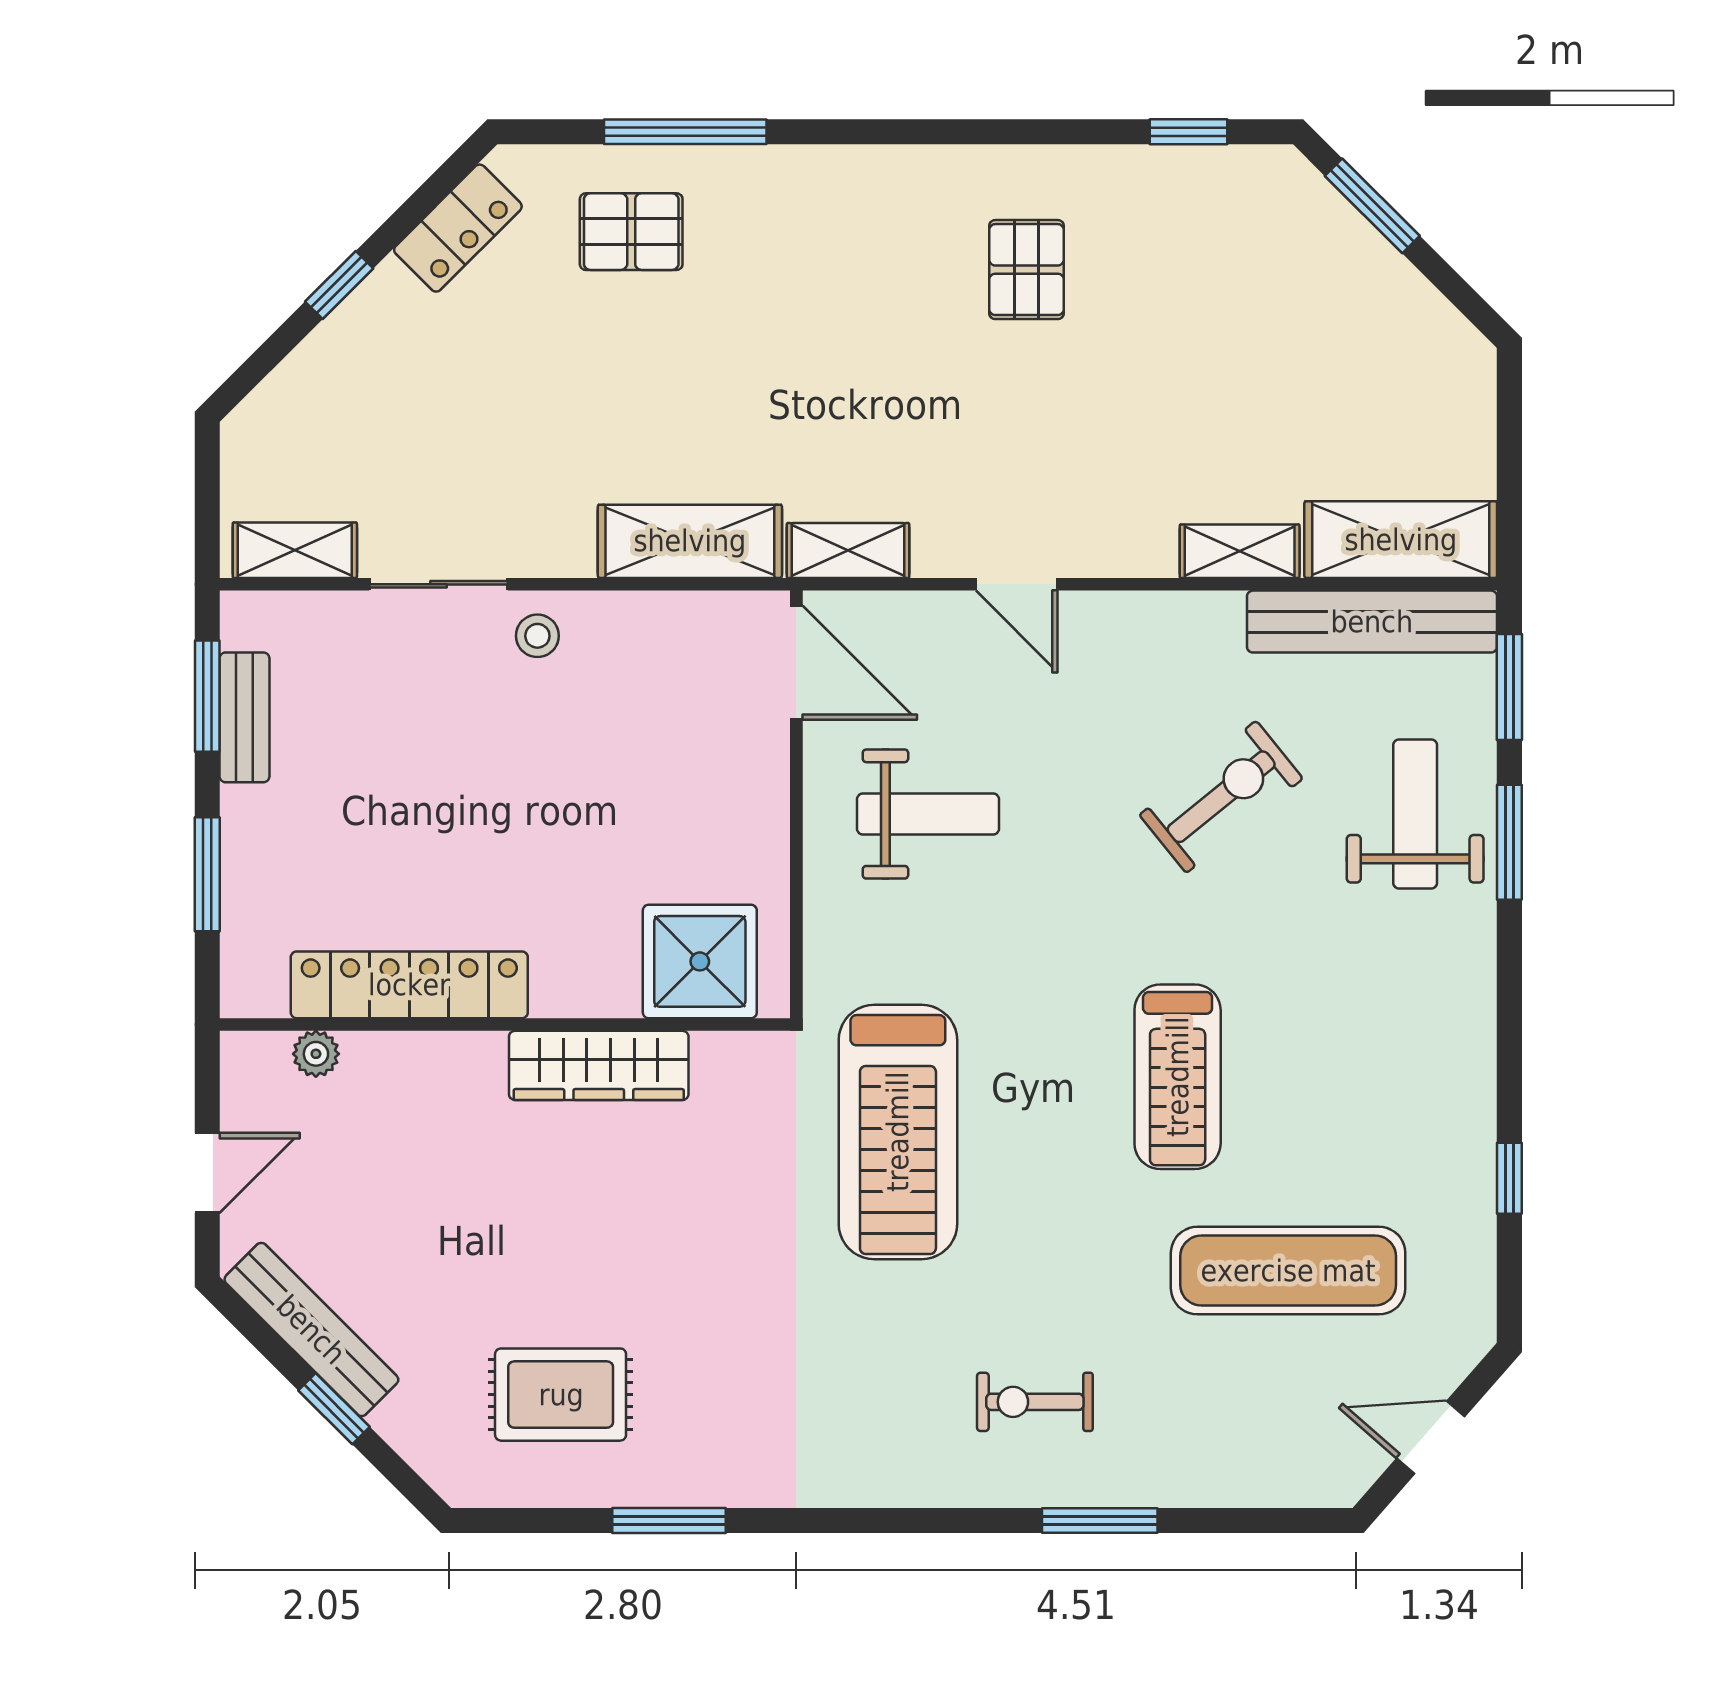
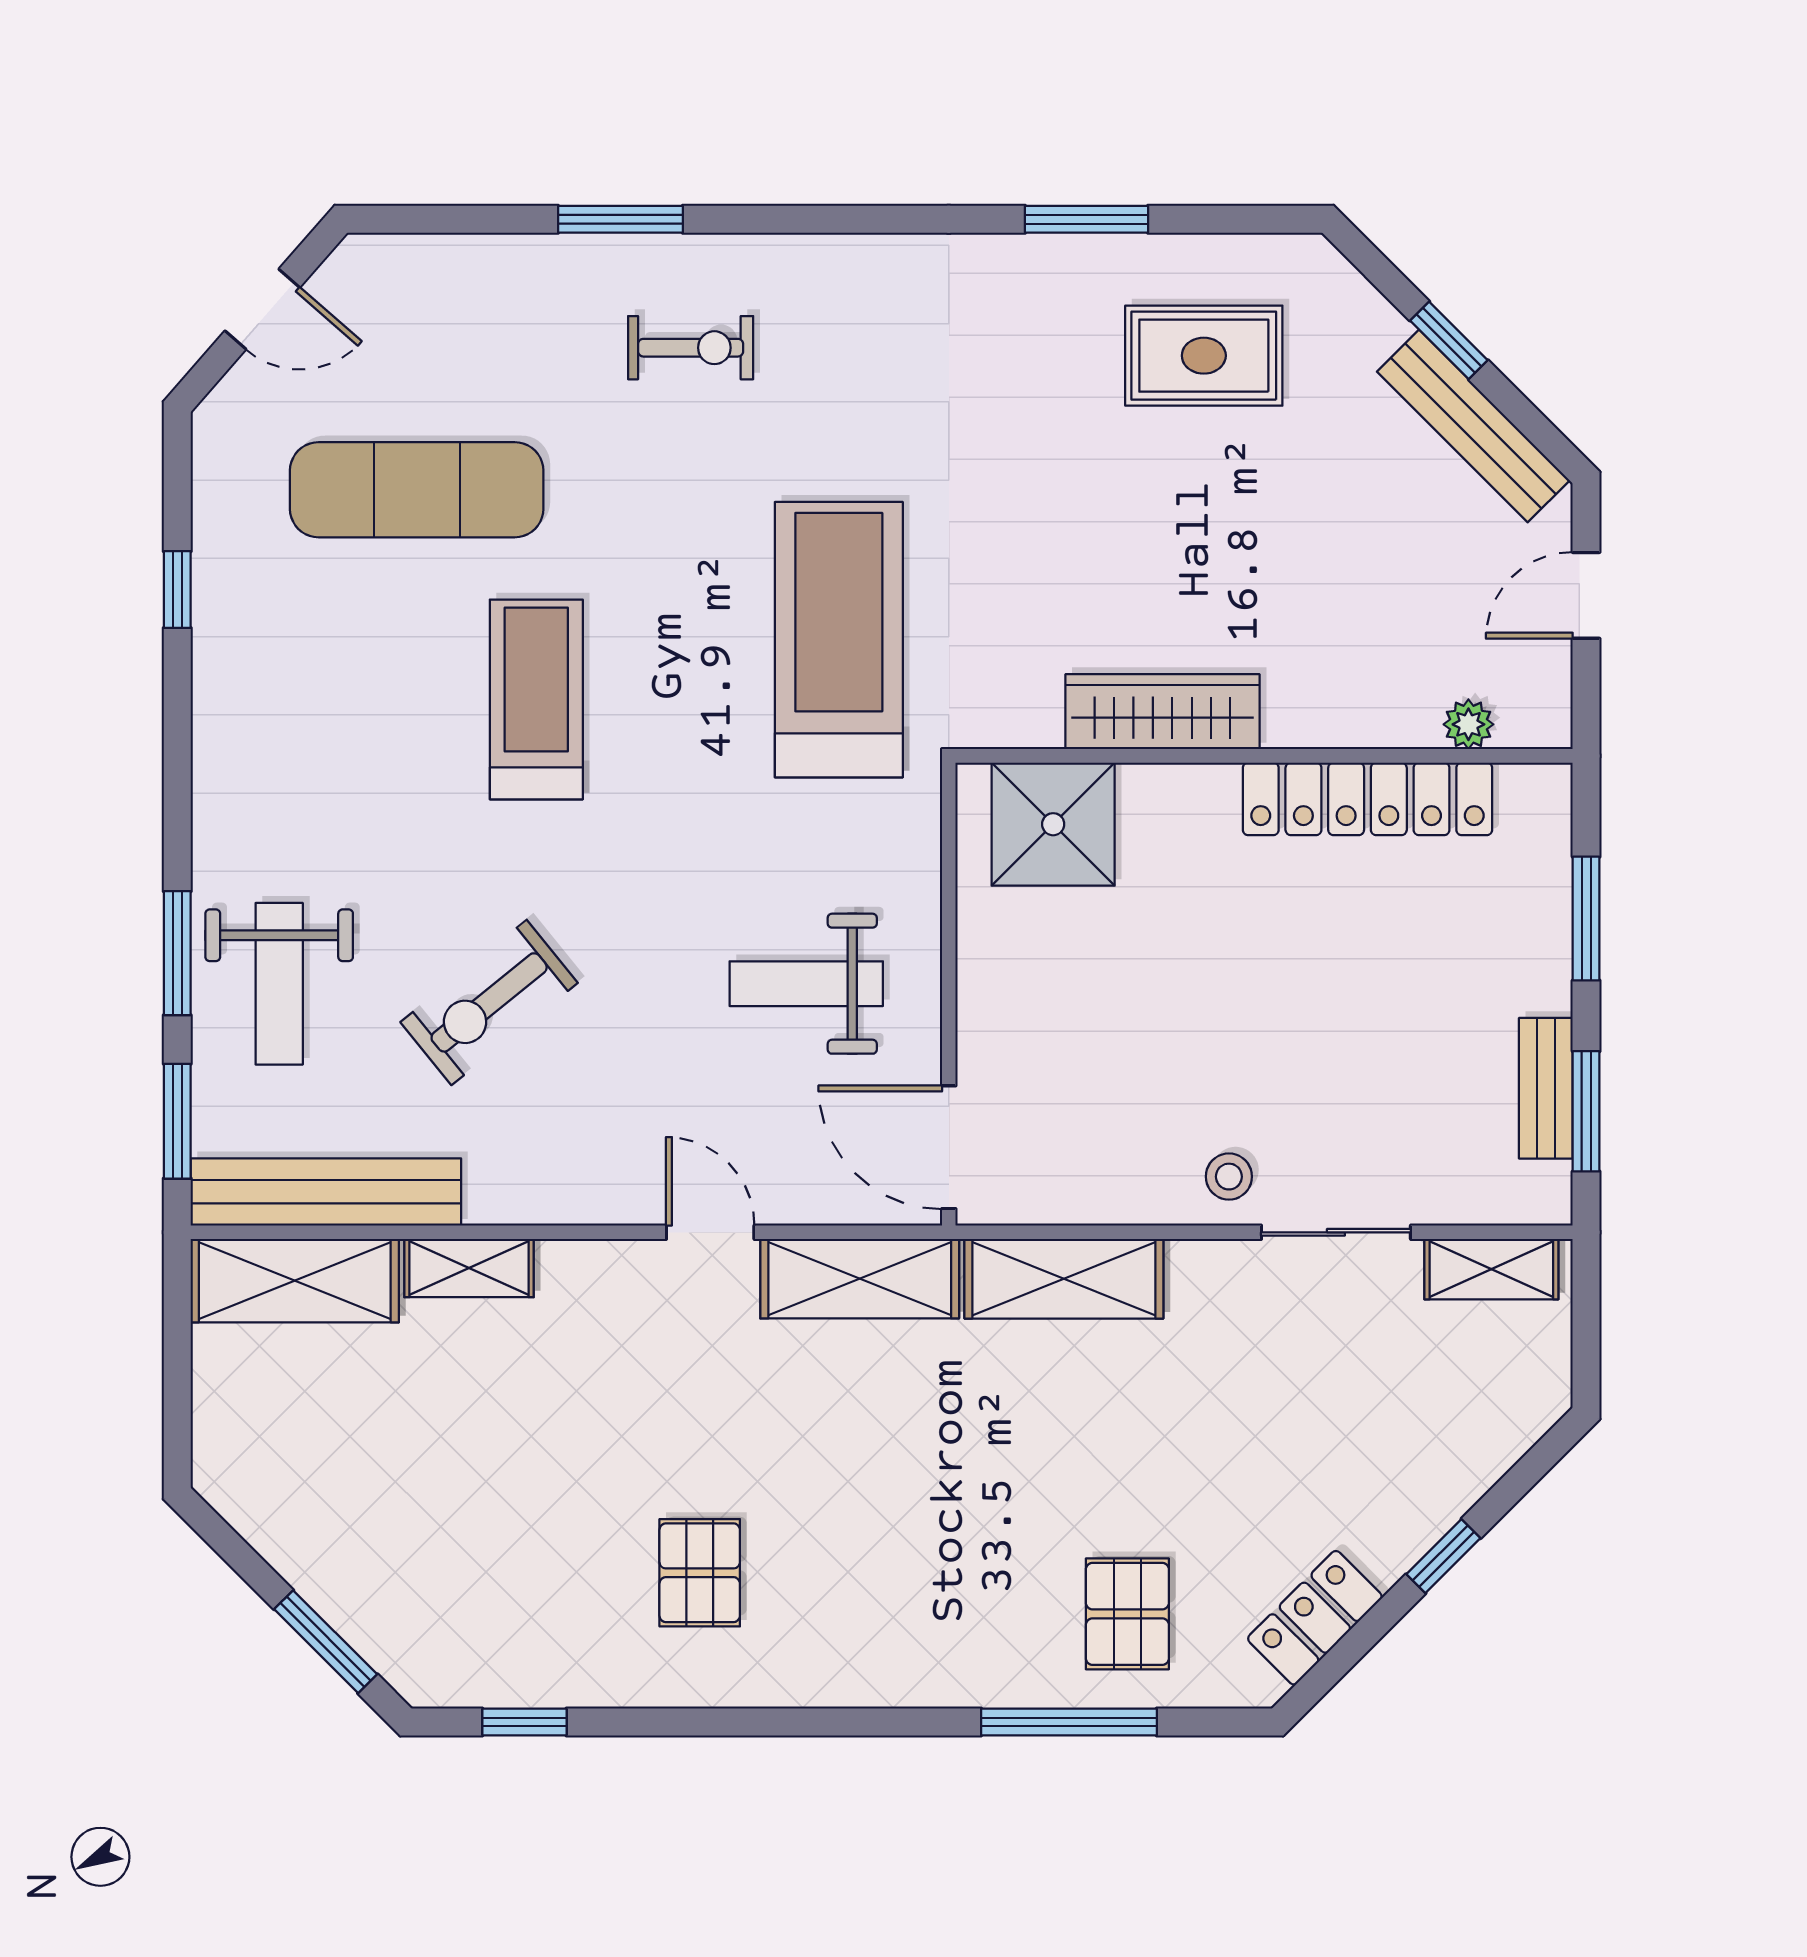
pallet: (631, 232) -> (1127, 1614), turned 90
shelving: (848, 551) -> (860, 1279), width x1.50, depth x1.33

